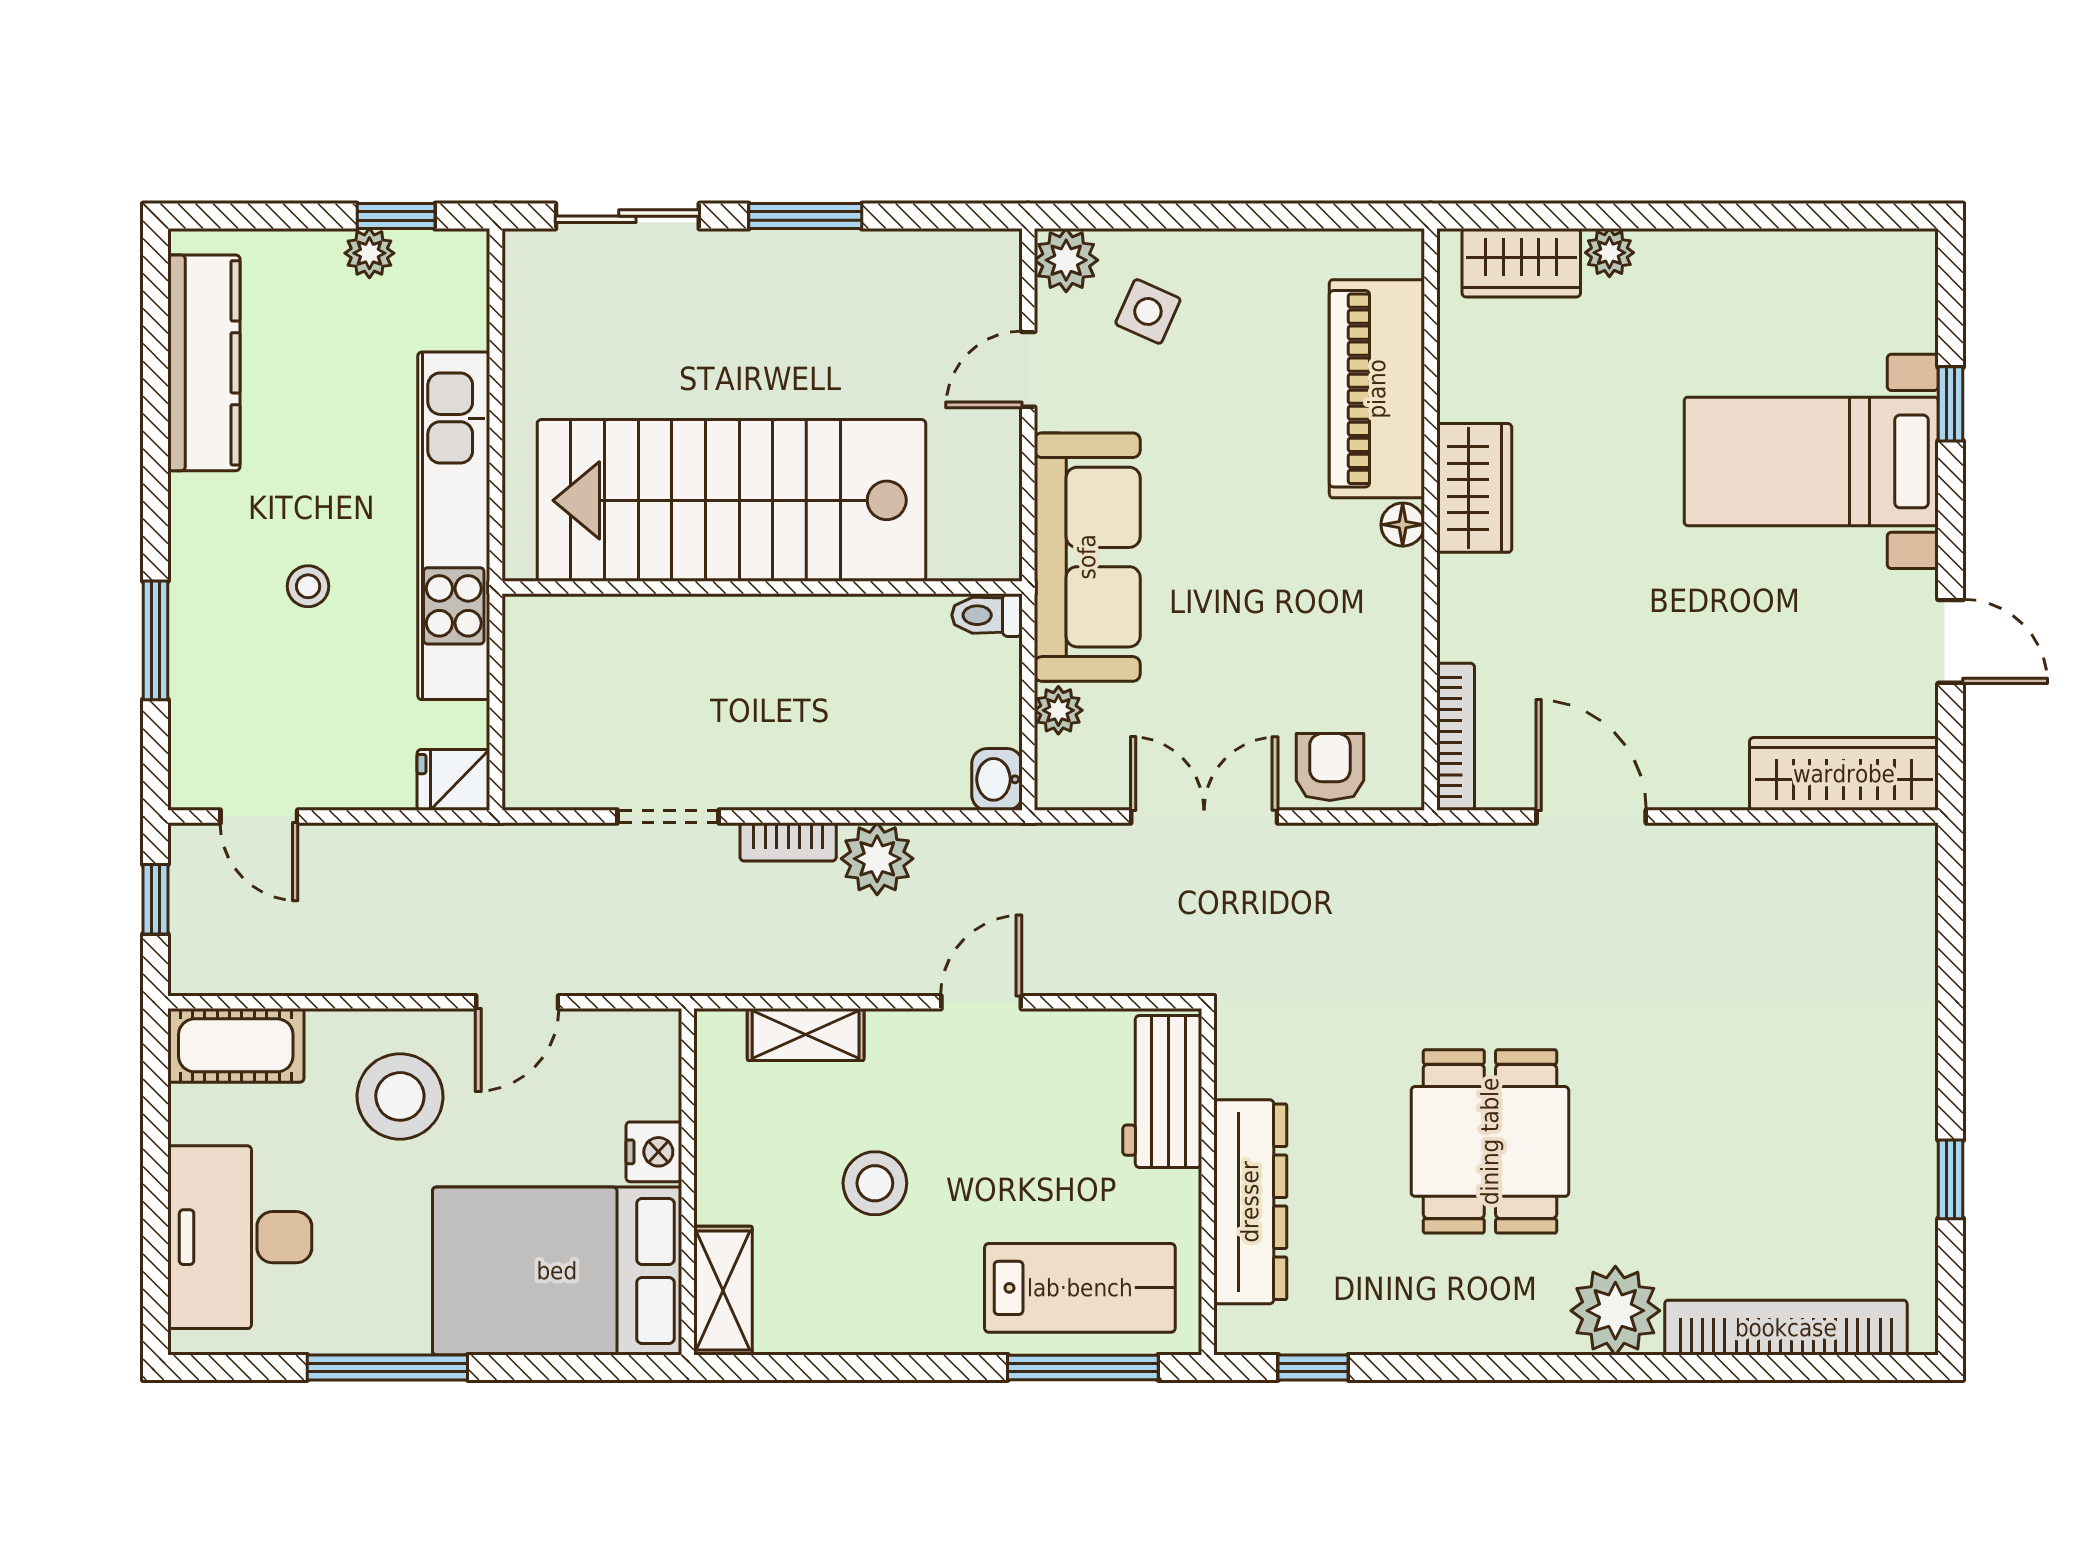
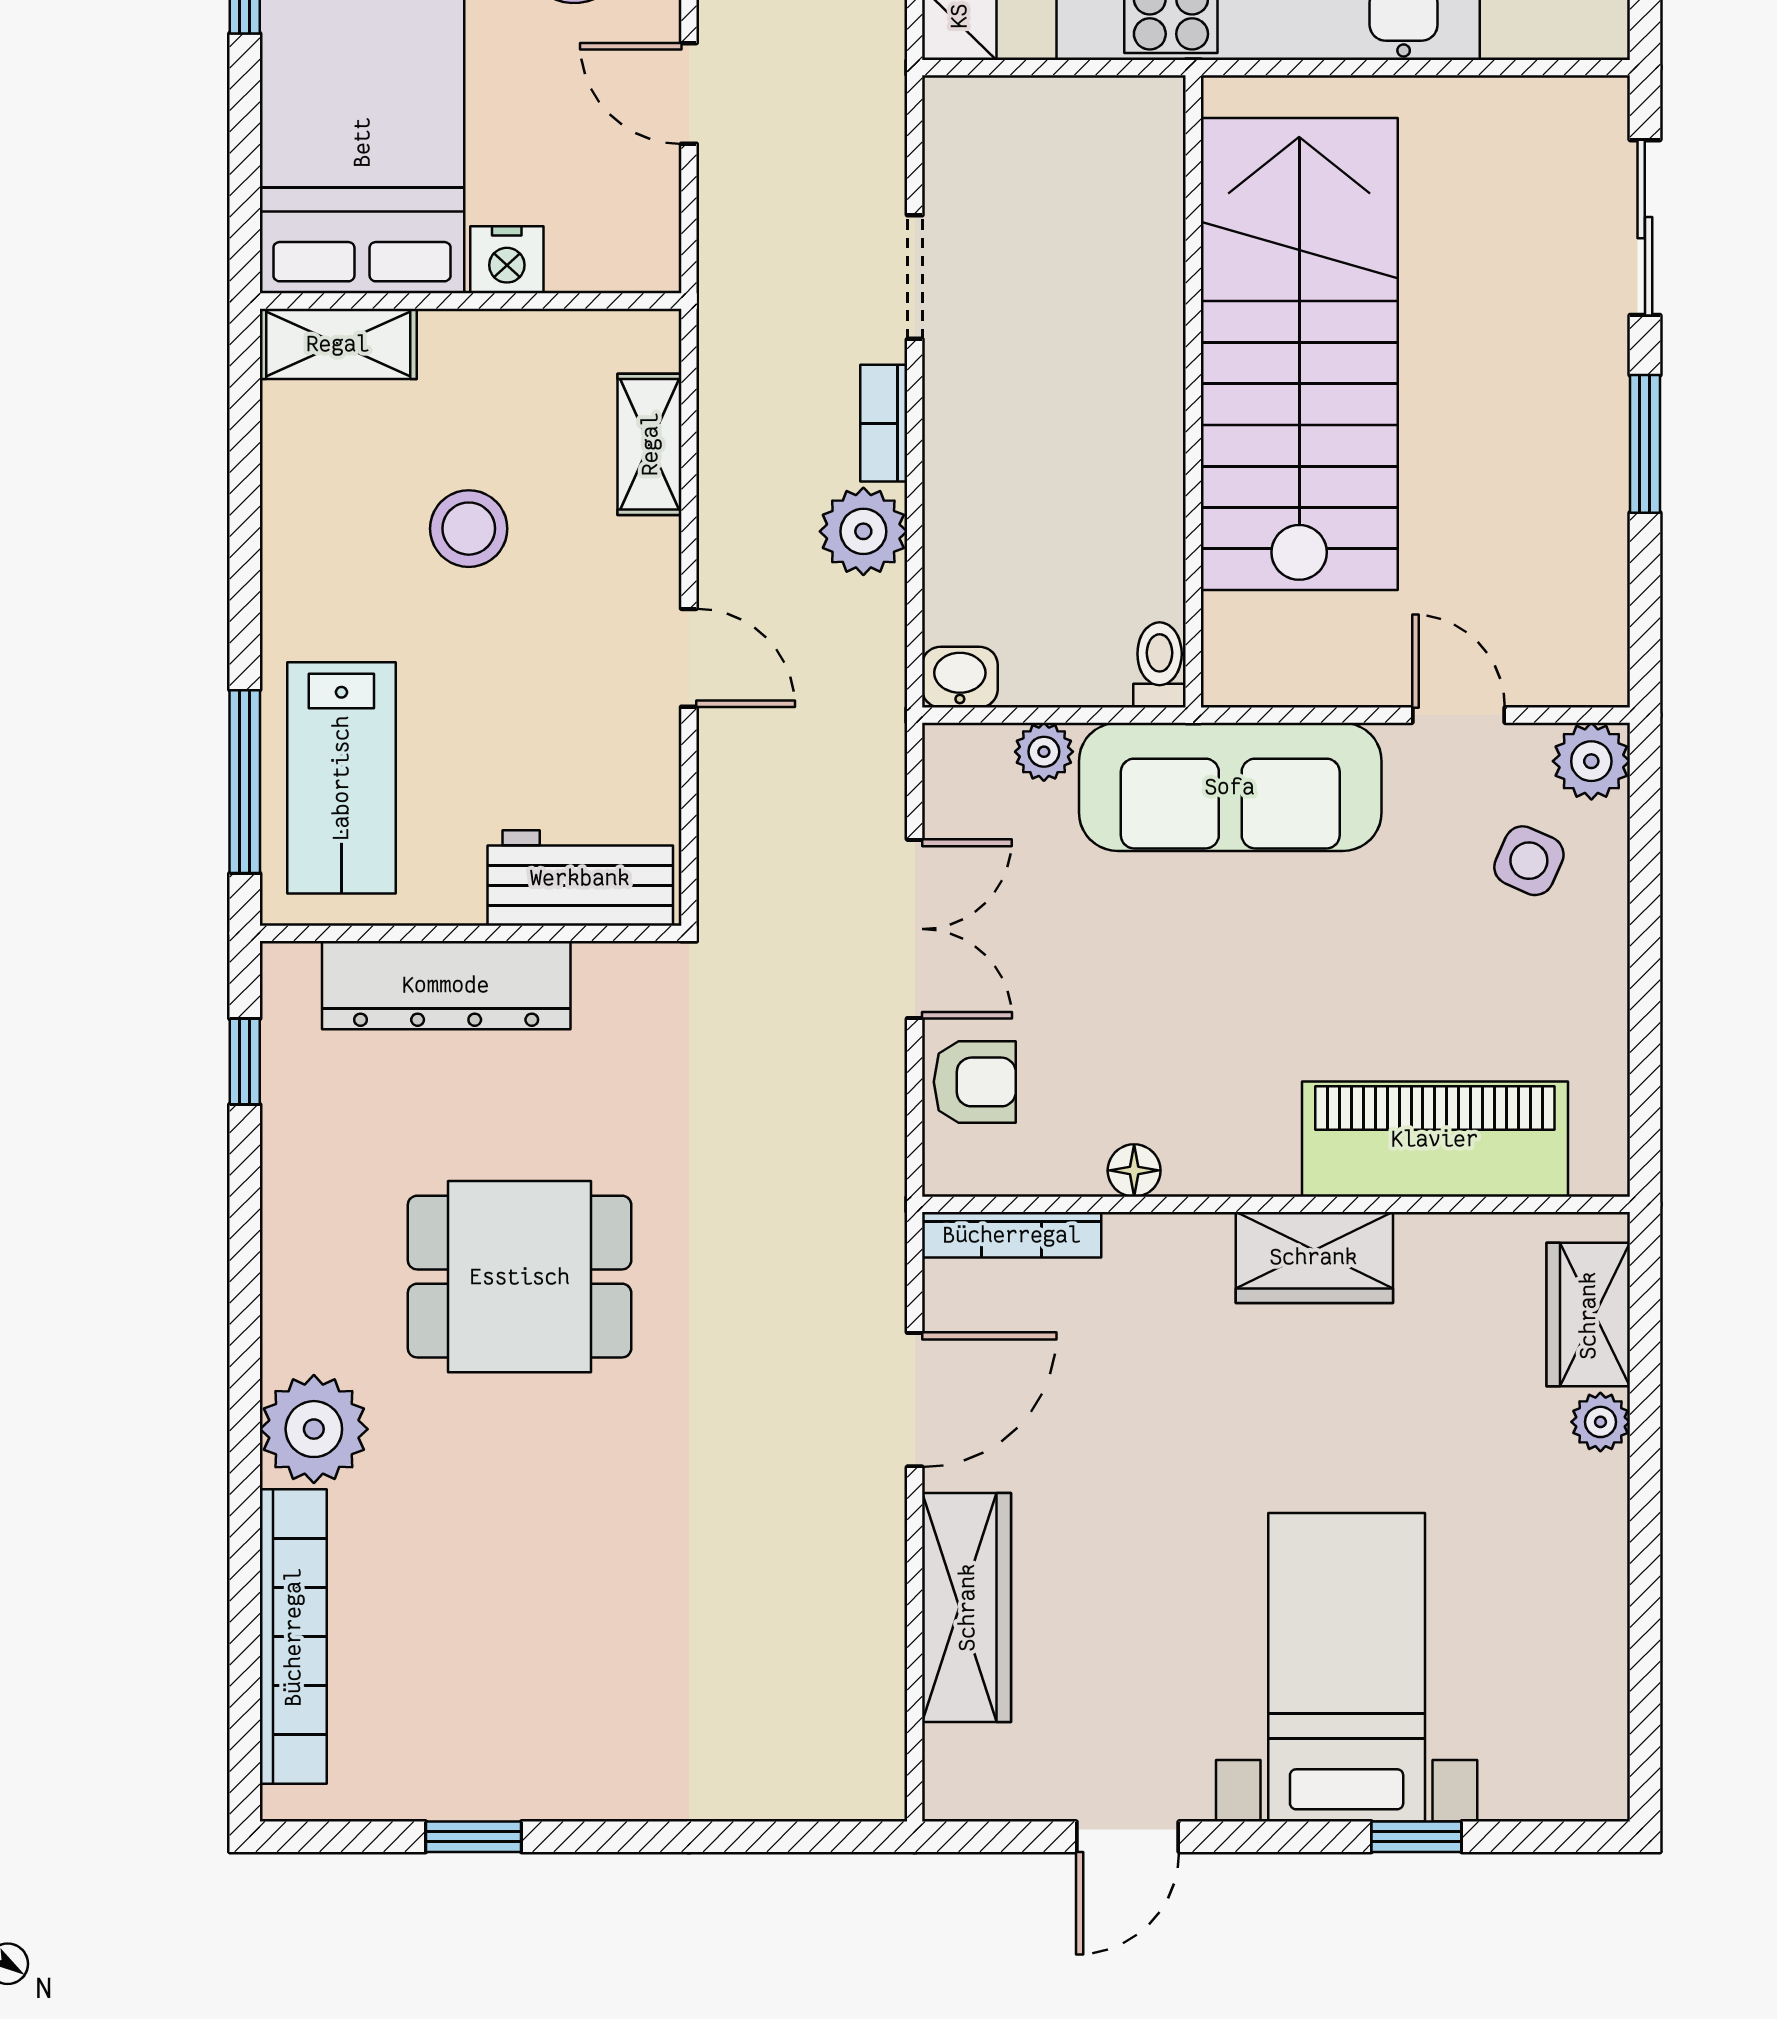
floor lamp: (1403, 525) -> (1134, 1170), moved
wardrobe: (1844, 774) -> (967, 1607), moved

